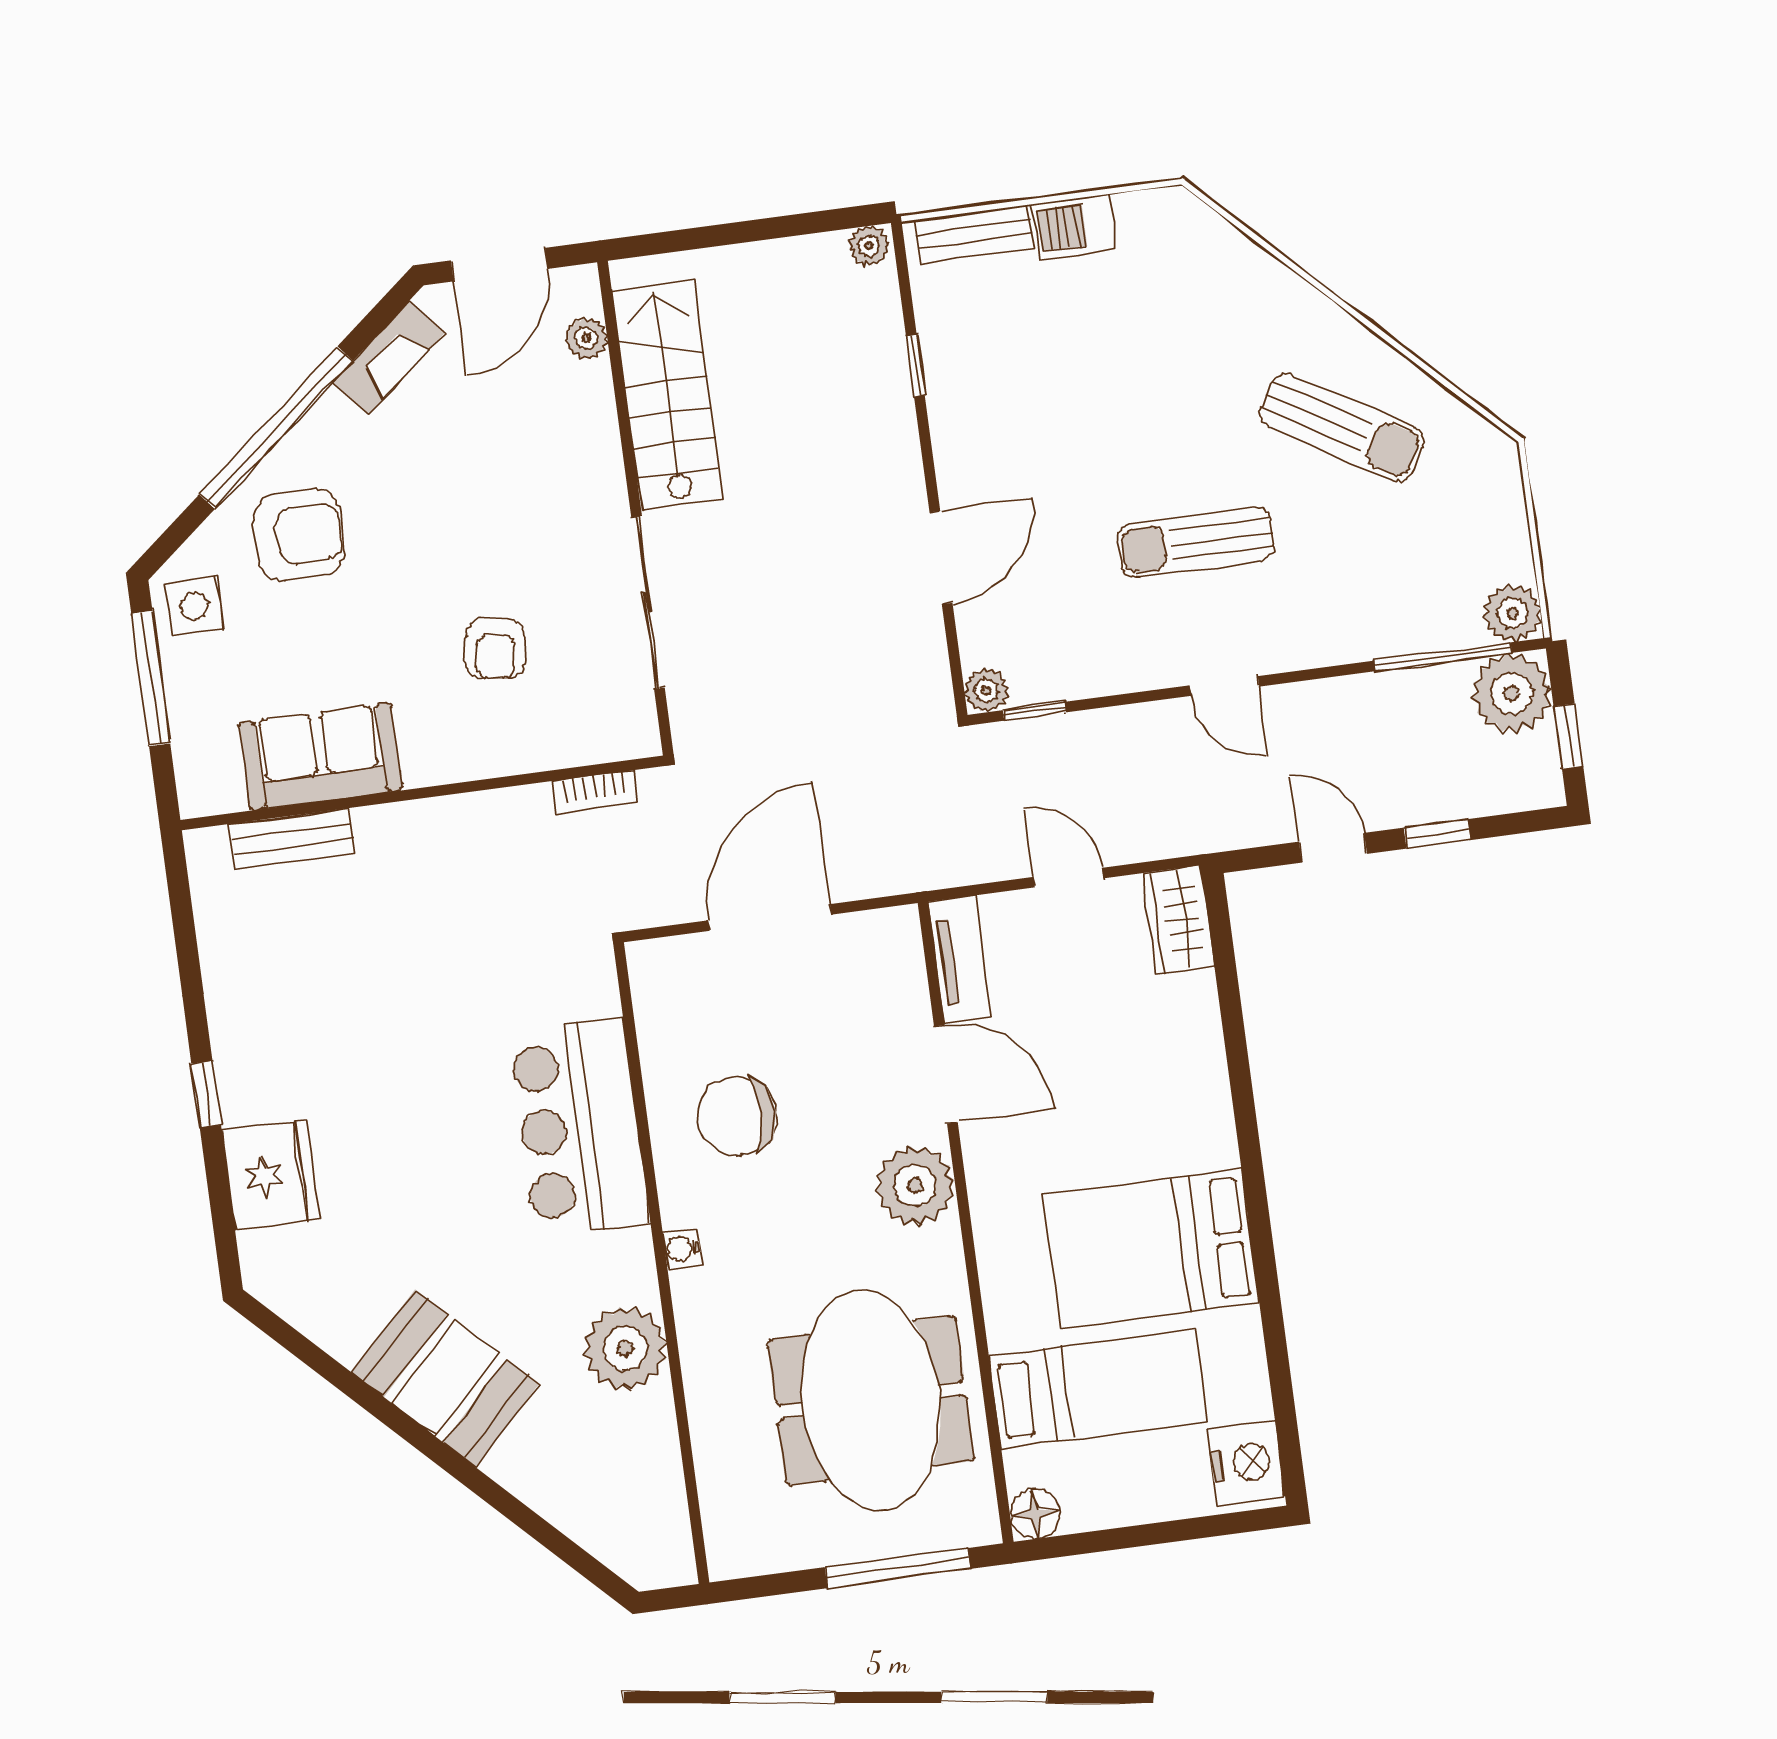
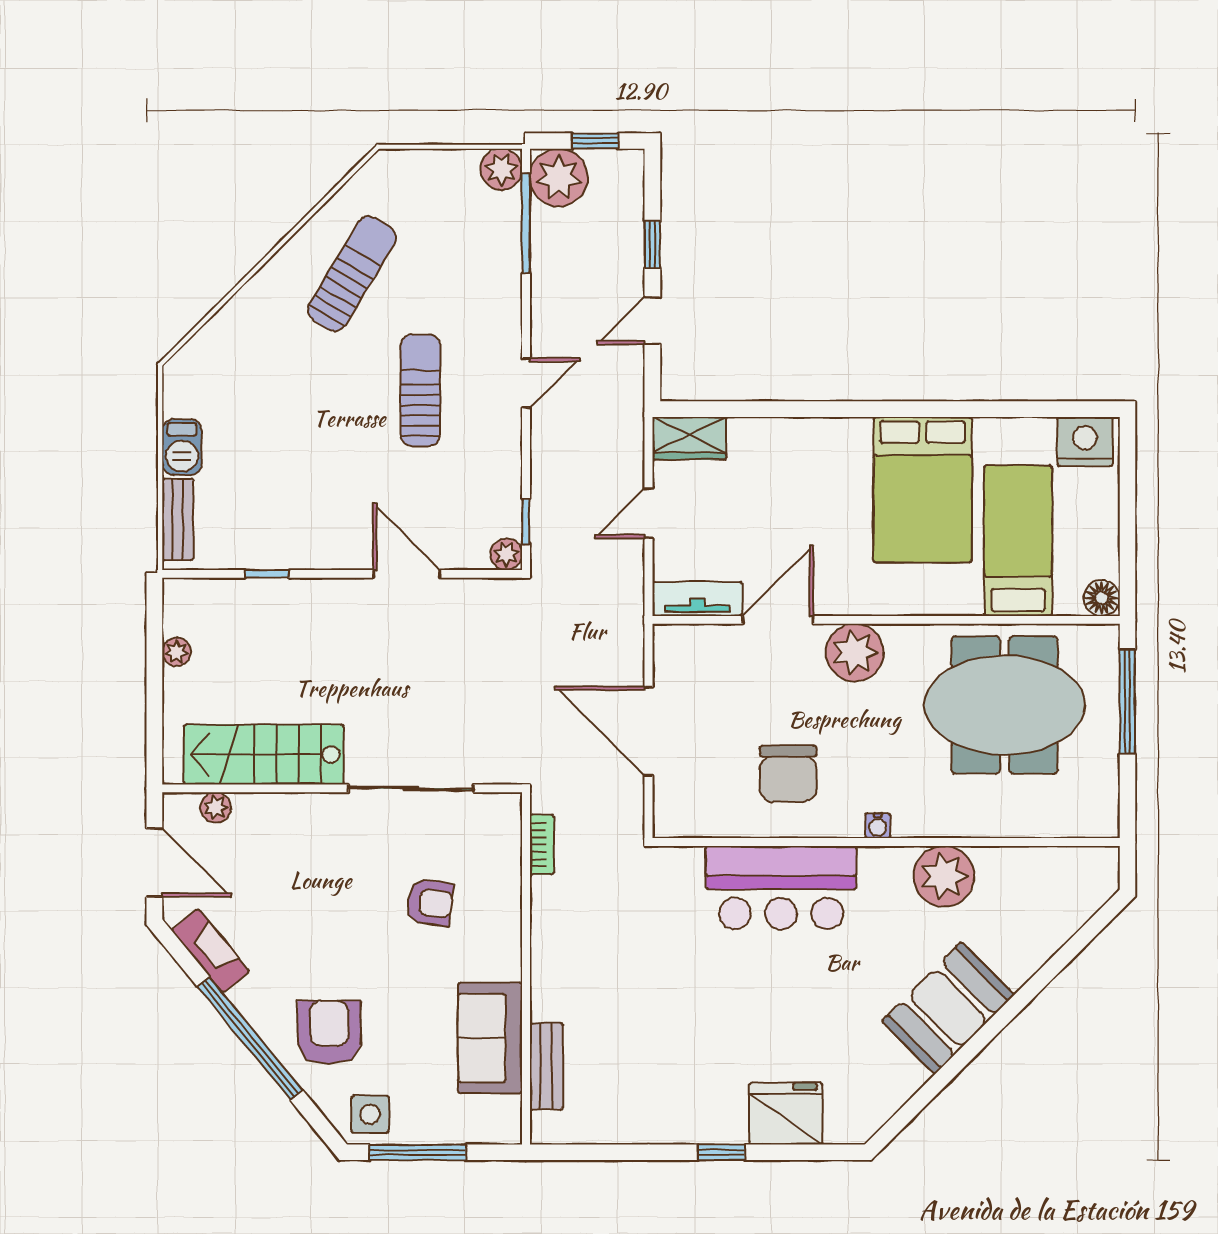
plant: (869, 246) -> (176, 652), moved
sun lounger: (1195, 543) -> (420, 390), turned 180

